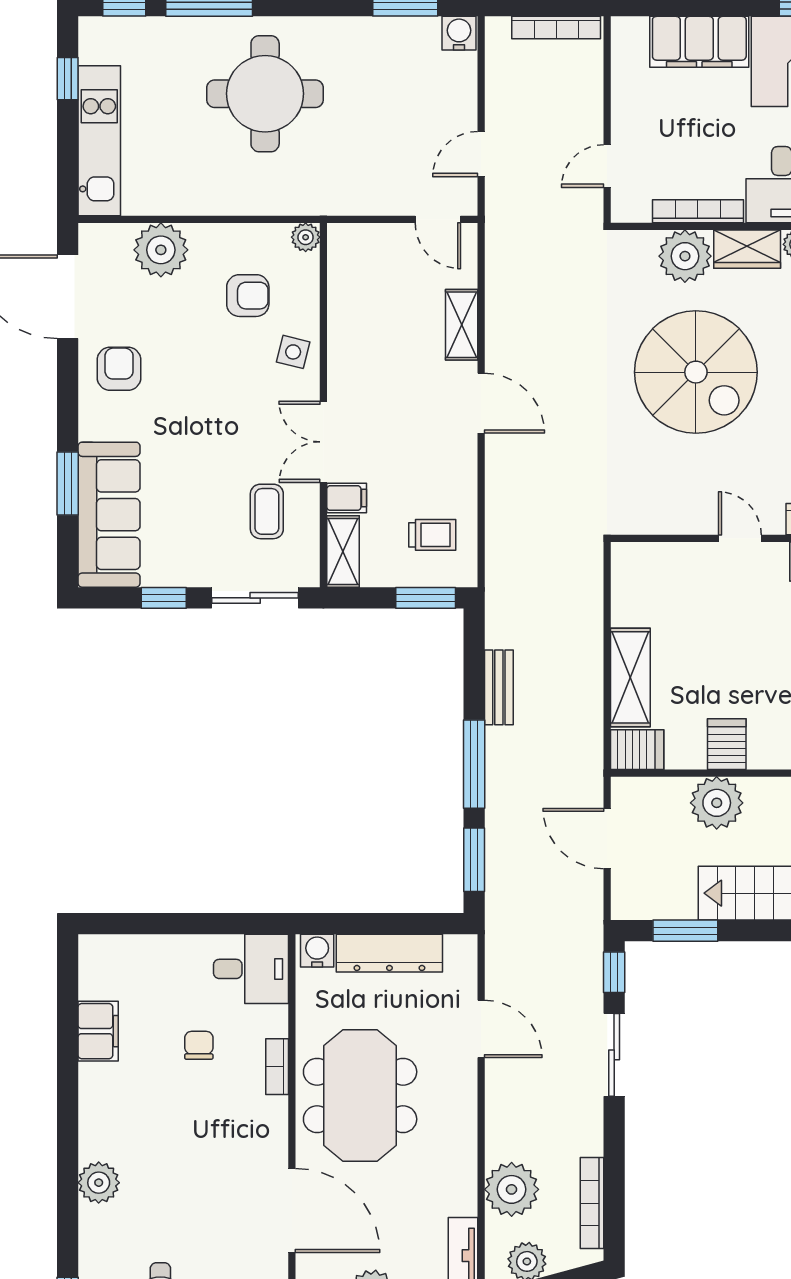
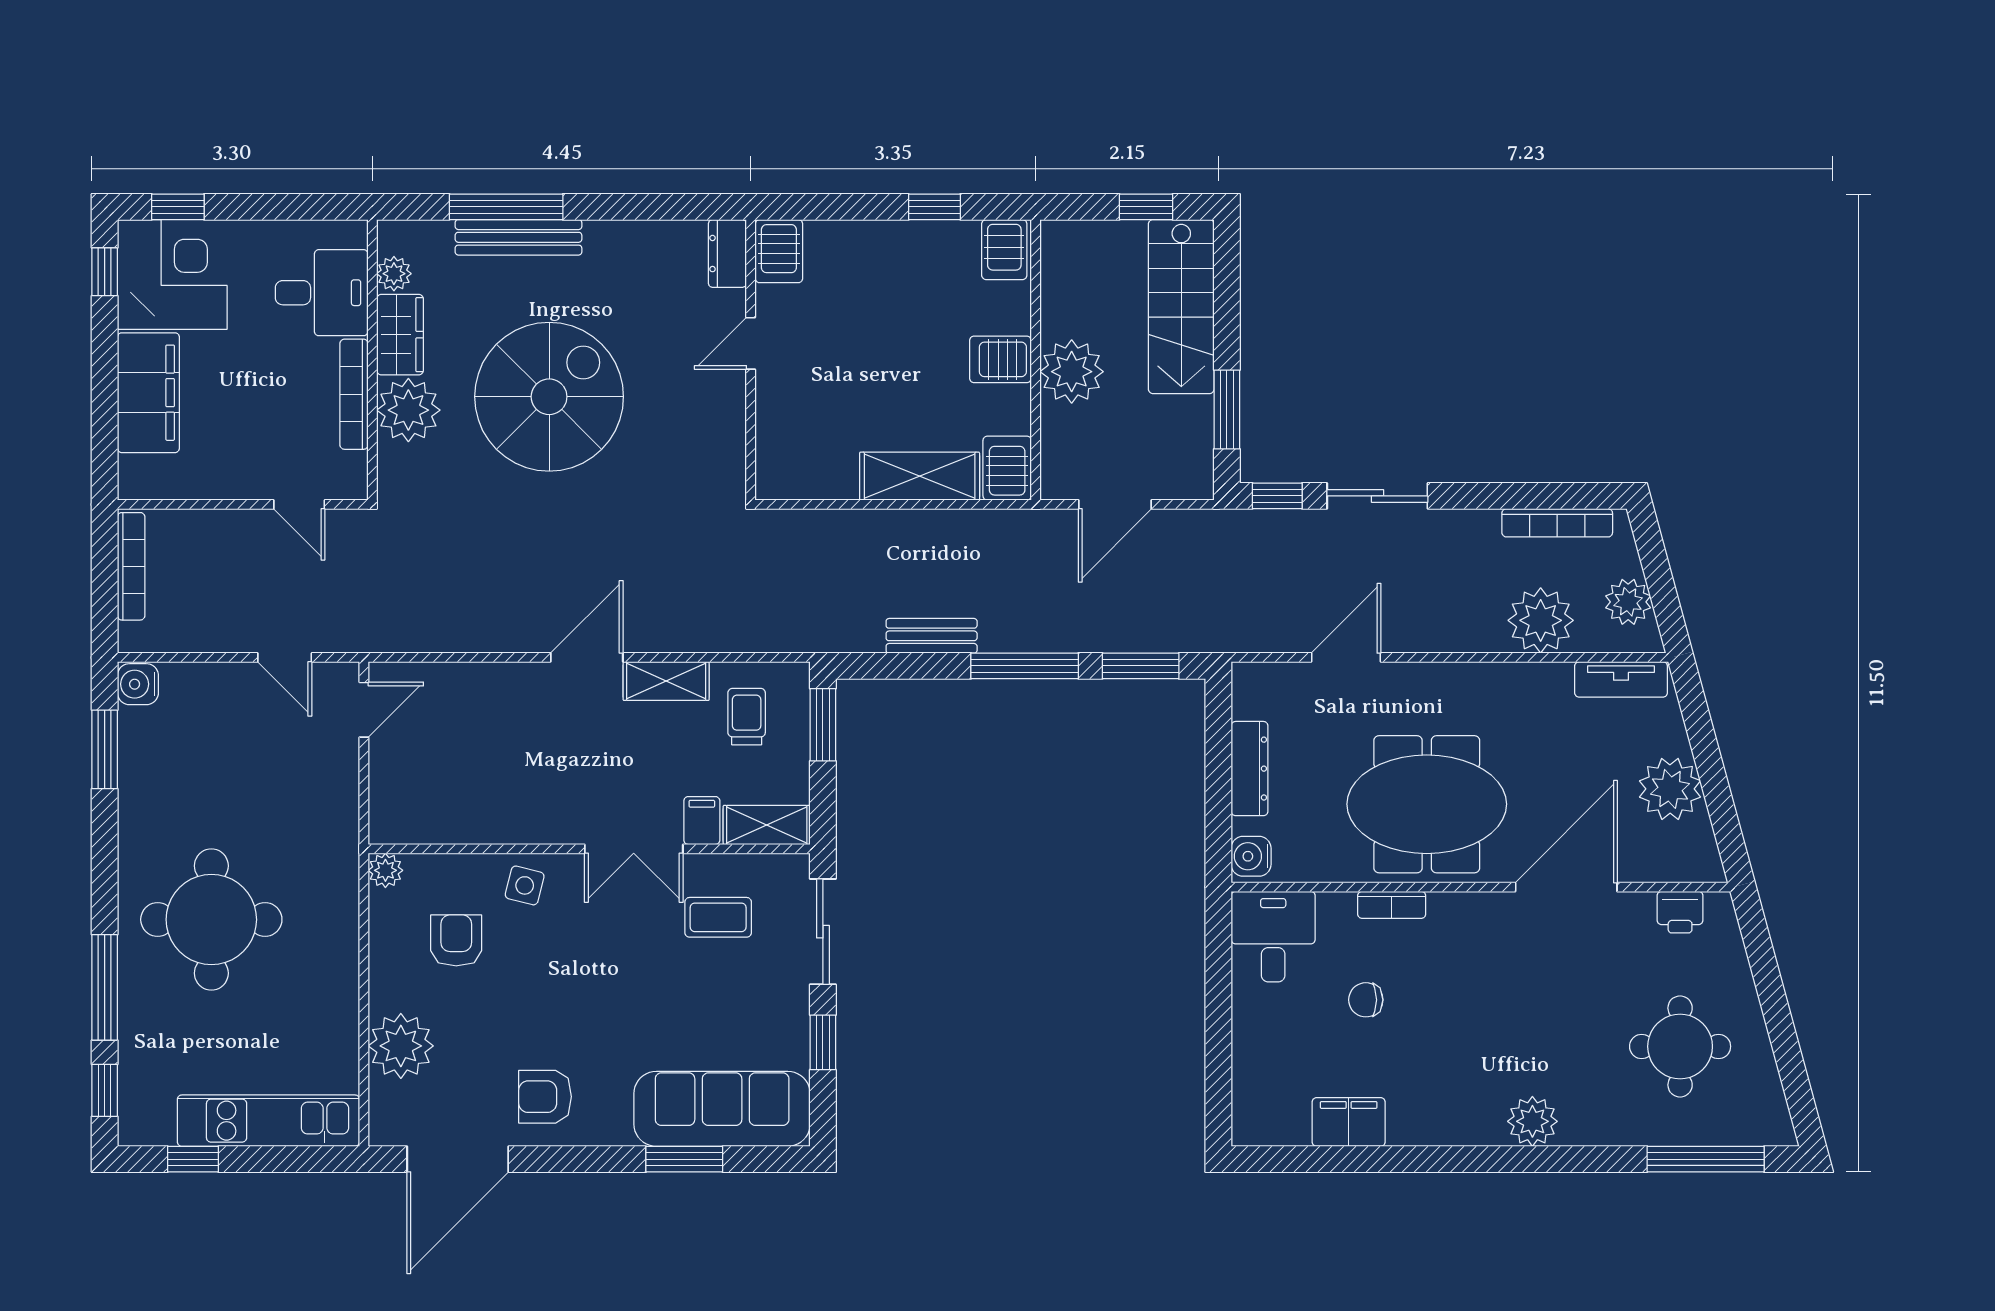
shelving: (462, 325) -> (666, 681), moved
dresser: (389, 953) -> (1250, 769), width x0.73, depth x0.80

